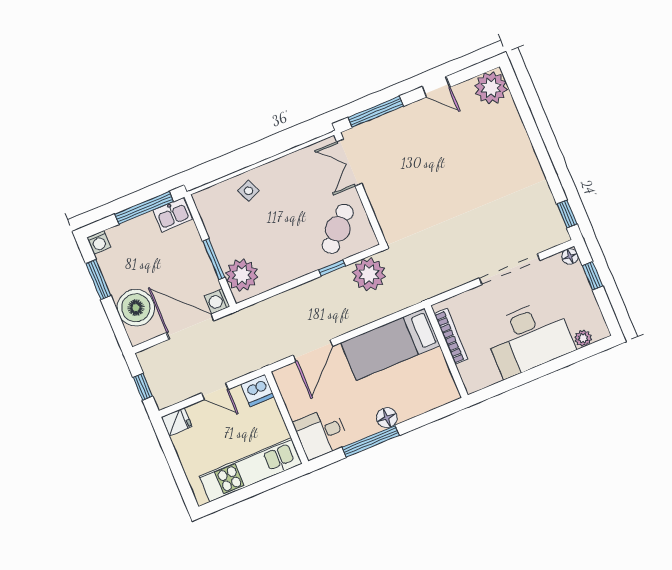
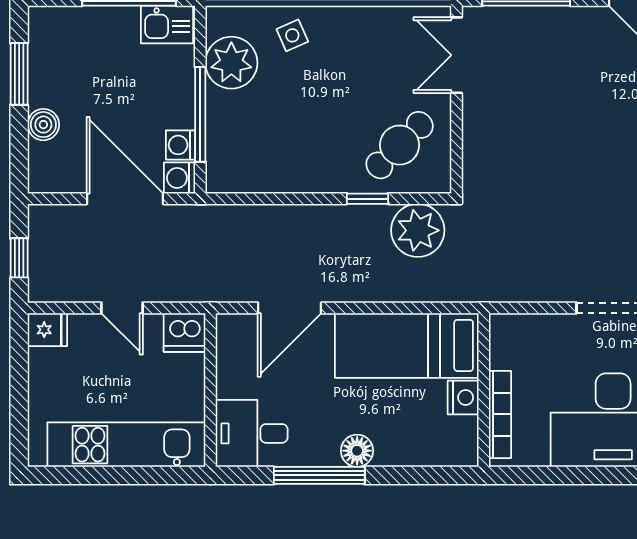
washing machine: (99, 242) -> (180, 145), moved, turned 90
window: (214, 259) -> (200, 114), width x1.44
plant: (242, 275) -> (231, 63), moved
boiler: (136, 308) -> (43, 125), width x0.54, depth x0.54
bookcase: (451, 336) -> (500, 414), moved
nightstand: (436, 361) -> (463, 397), added

